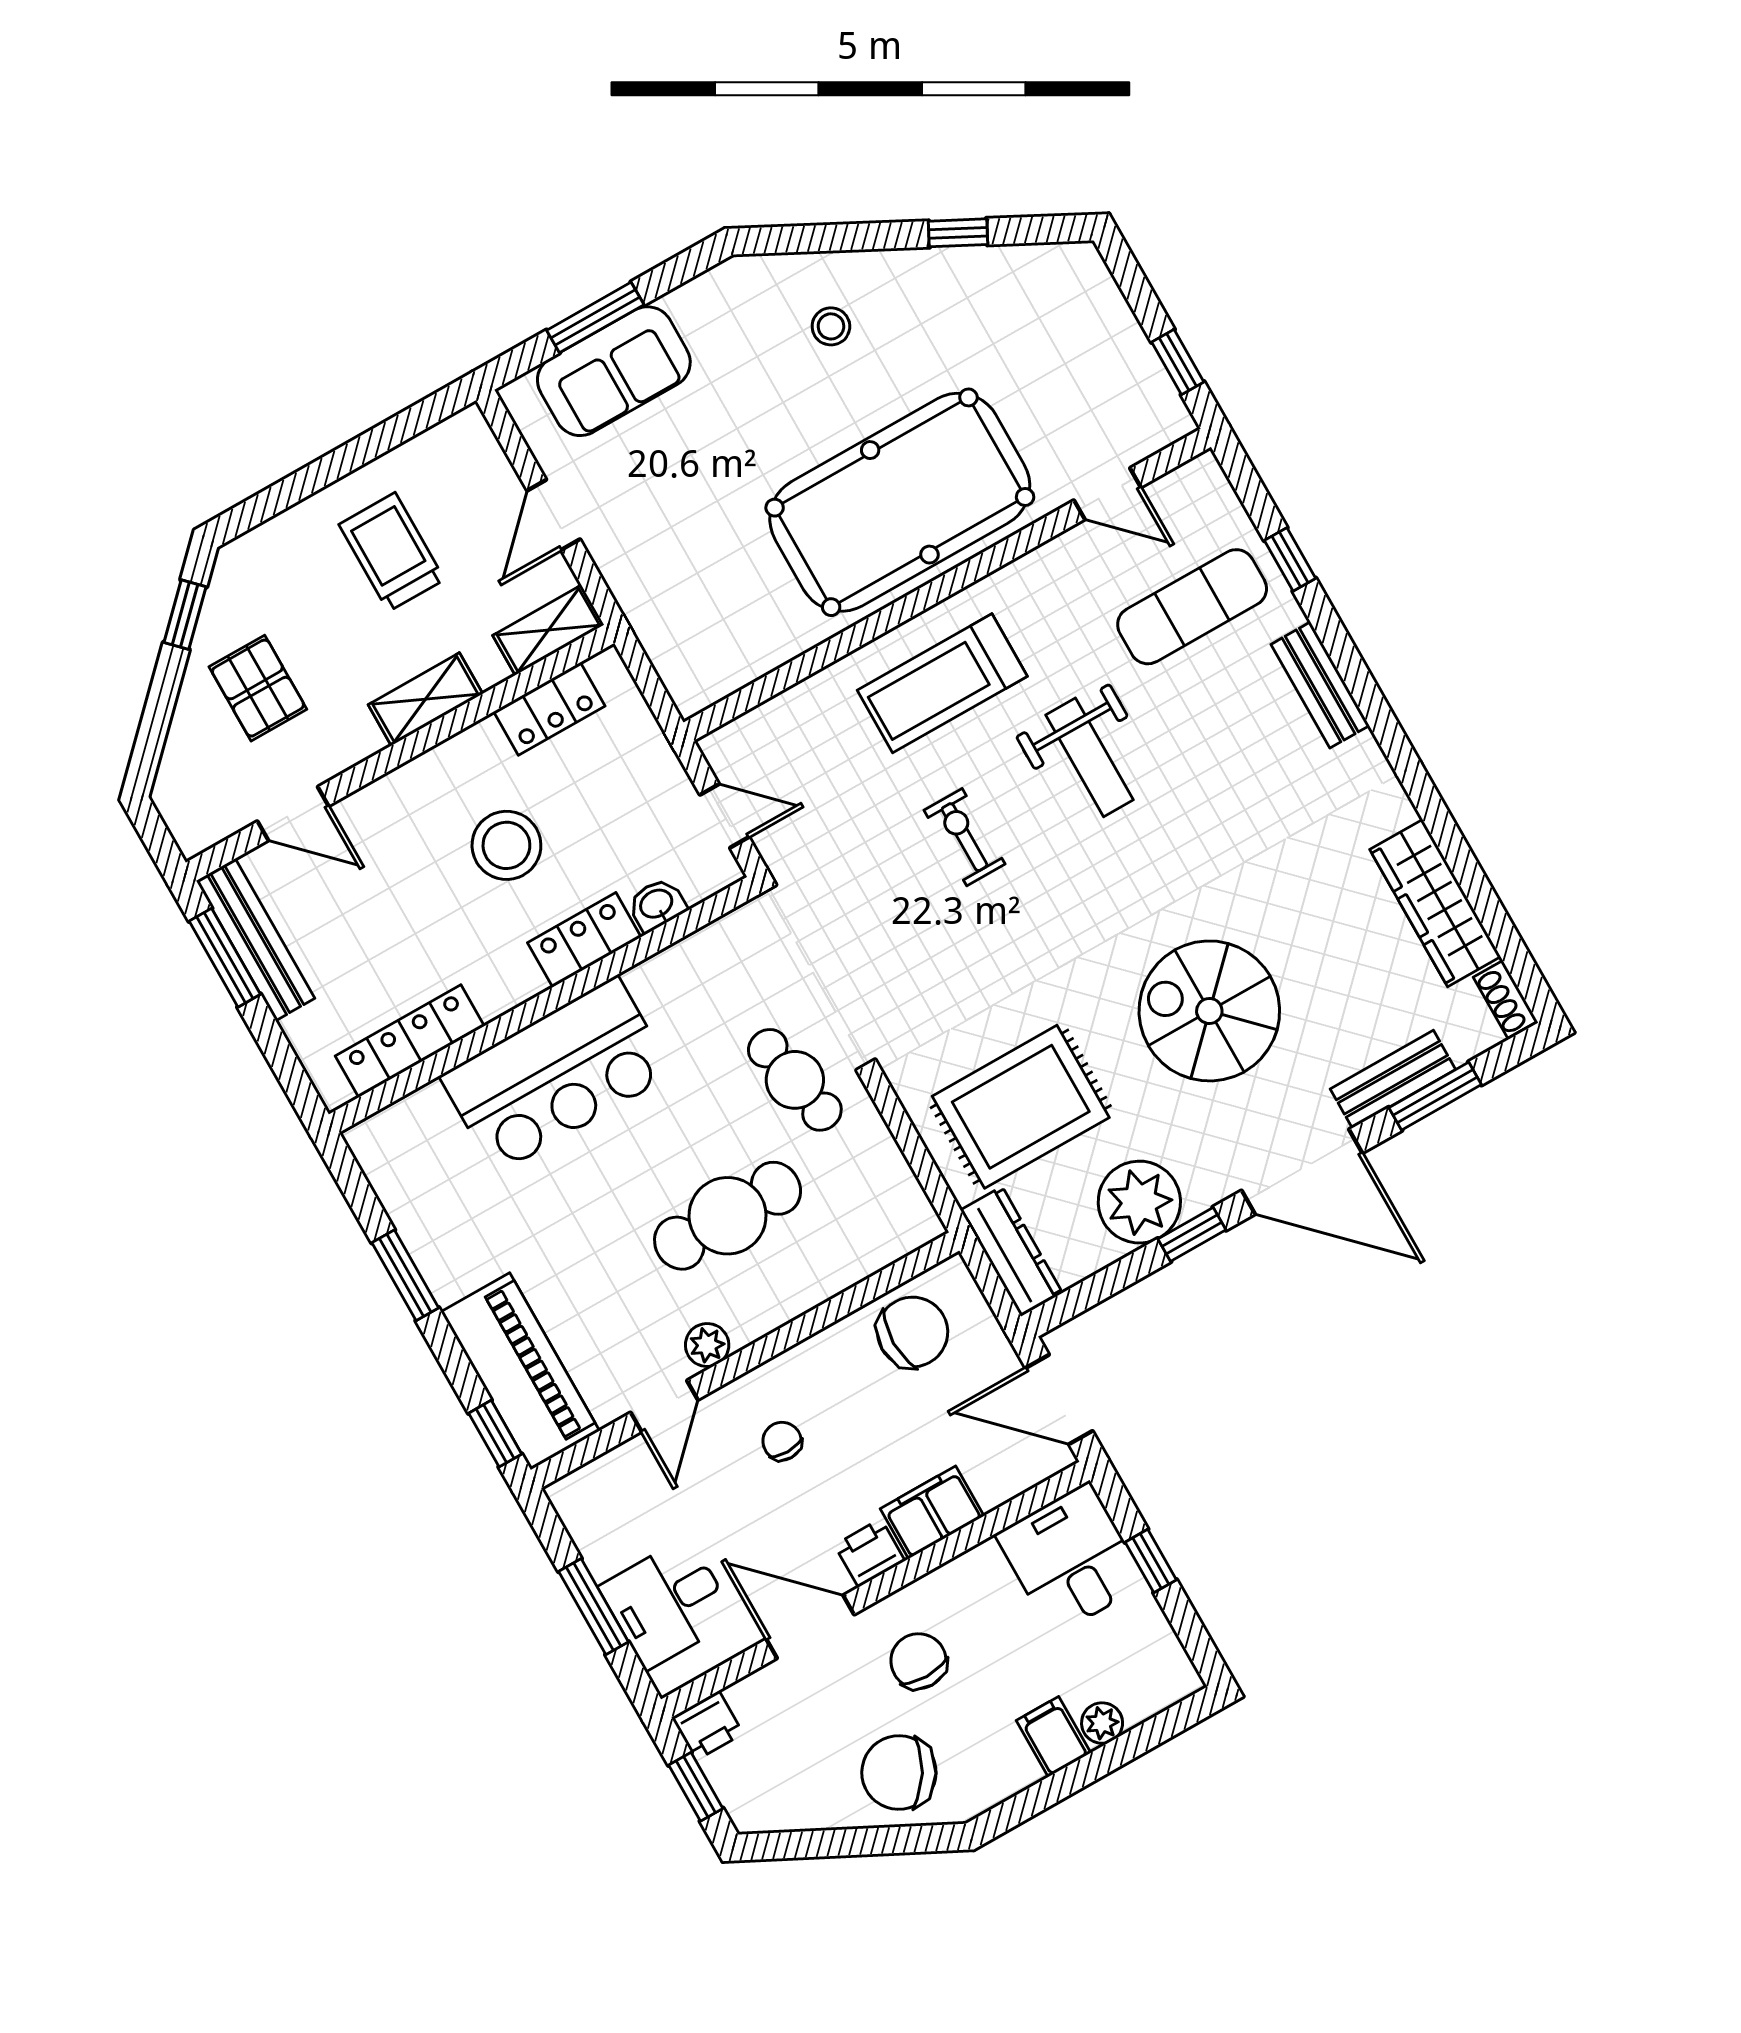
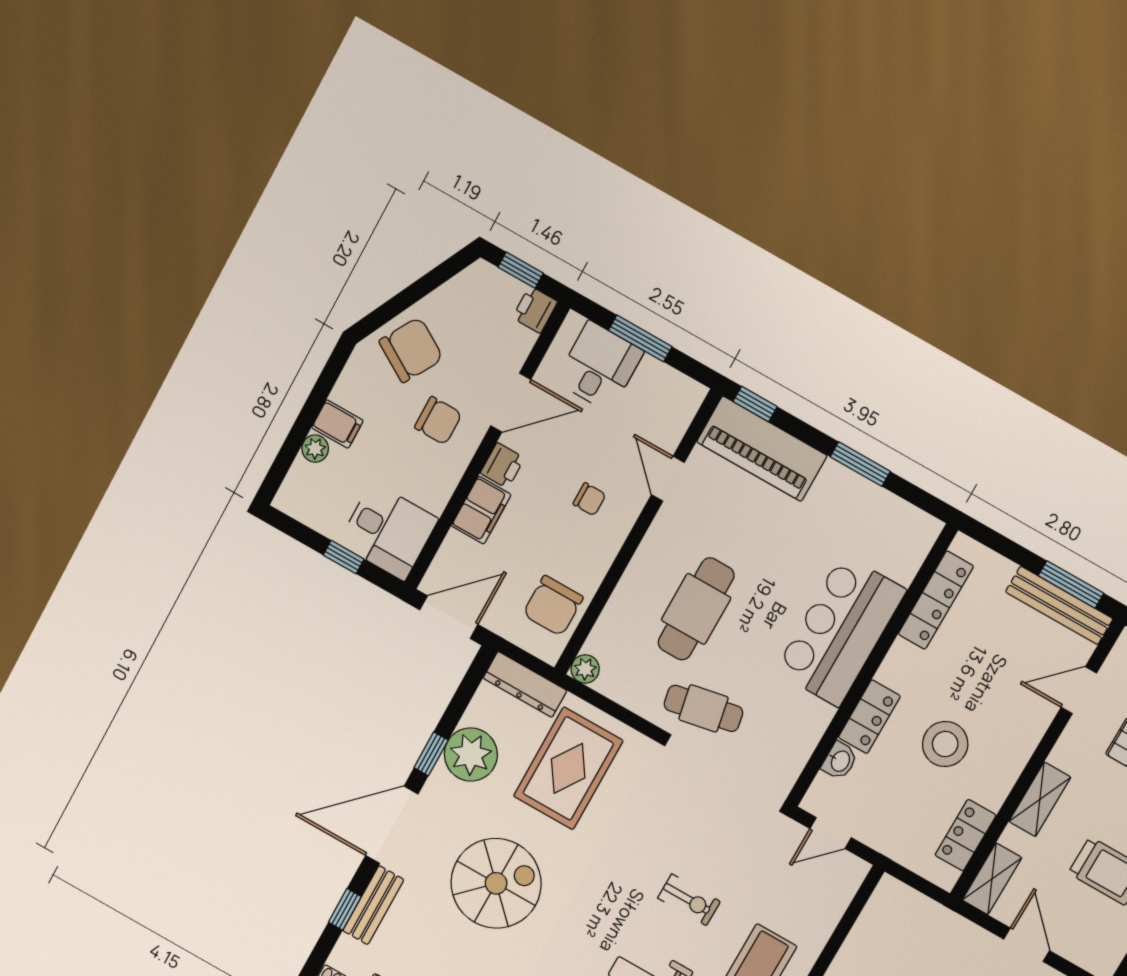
window: (1435, 1096) -> (345, 909), width x0.67
plant: (707, 1345) -> (585, 669), moved

